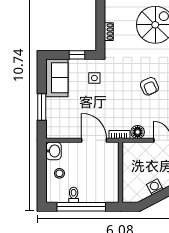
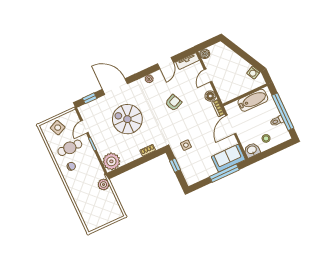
sofa: (57, 78) -> (228, 158), moved
window: (42, 107) -> (224, 173), width x1.44
bathtub: (110, 178) -> (253, 100), added
washing machine: (155, 187) -> (253, 73), moved

